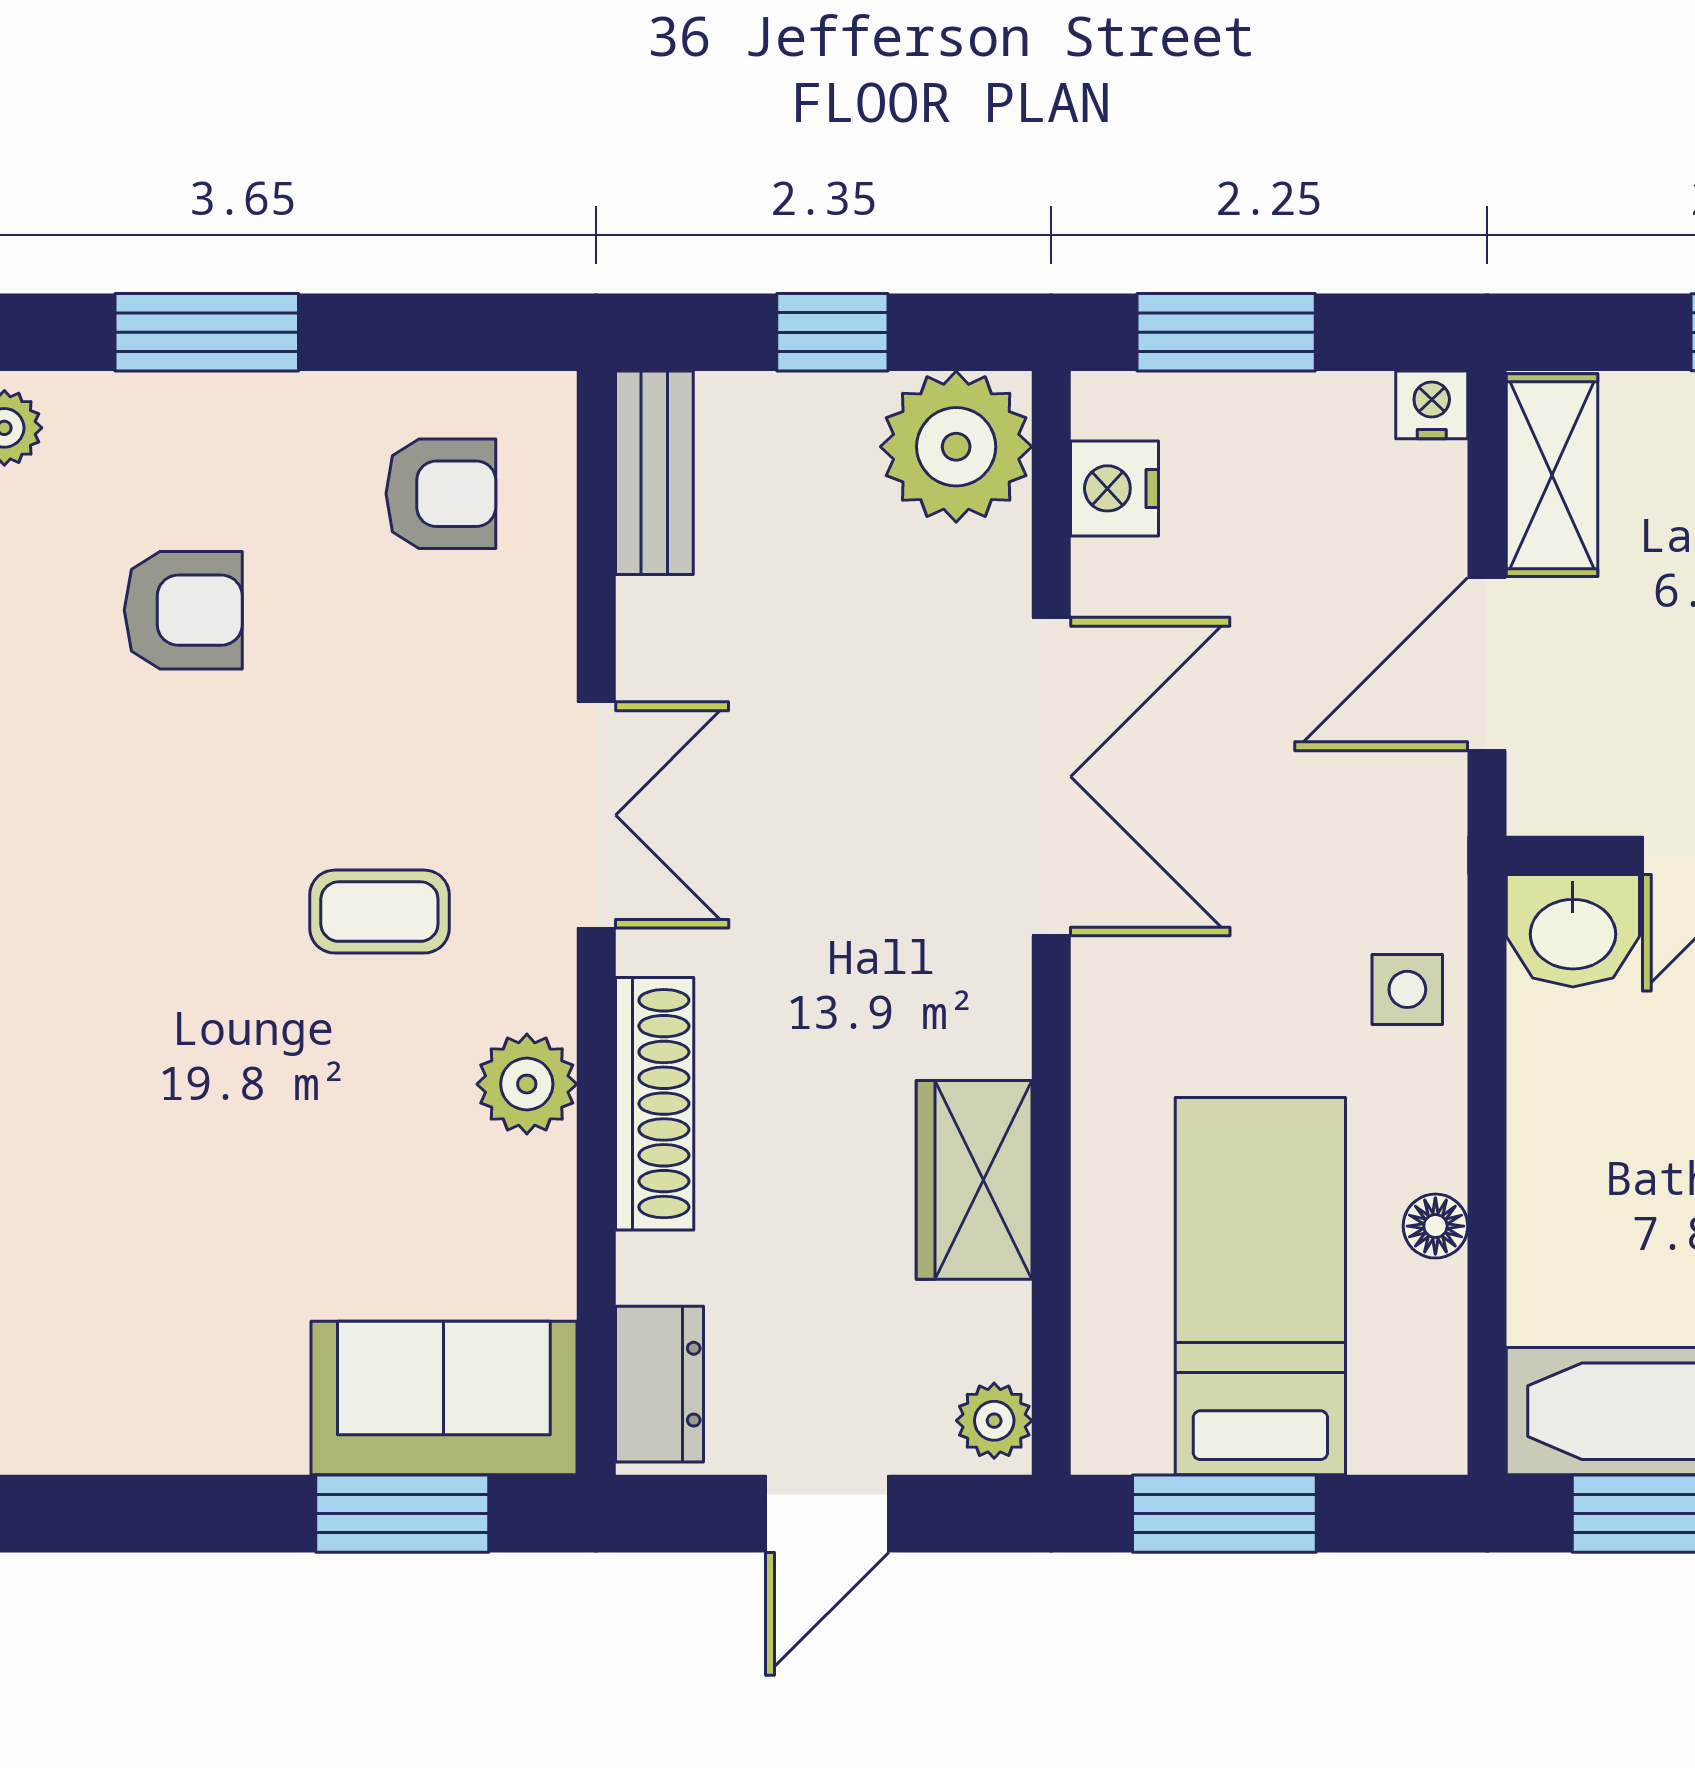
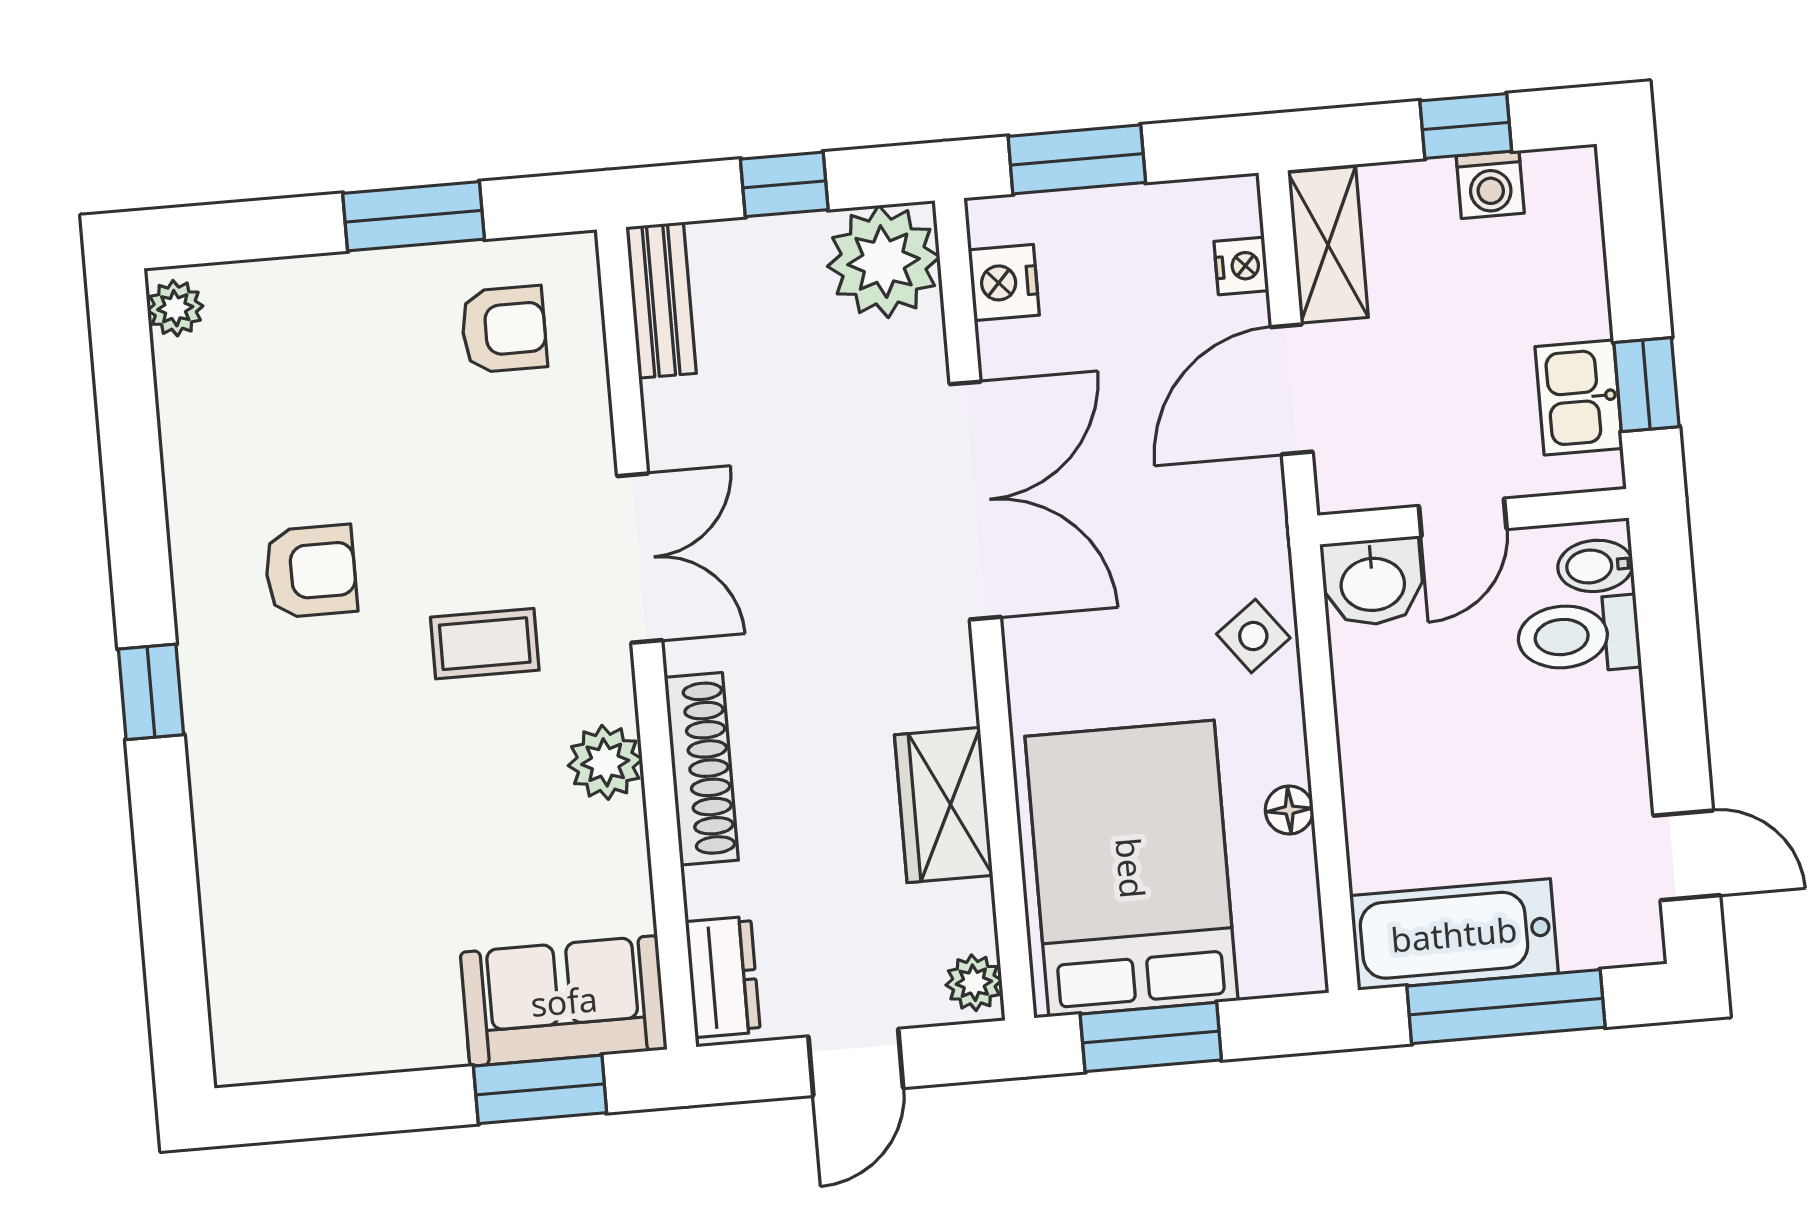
window: (207, 332) -> (414, 216), moved
nightstand: (1432, 405) -> (1241, 266), moved, turned 90
armchair: (183, 610) -> (311, 571), moved
side table: (1407, 989) -> (1253, 636), turned -37
bed: (1260, 1286) -> (1131, 868), width x1.50

